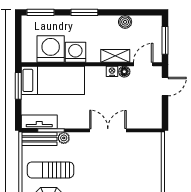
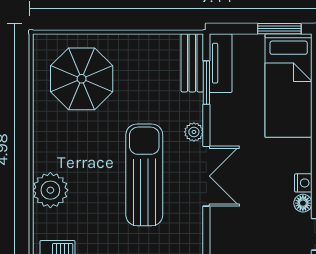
plant: (64, 138) -> (194, 132), moved
sun lounger: (50, 170) -> (144, 175), moved, width x1.36, depth x1.34

